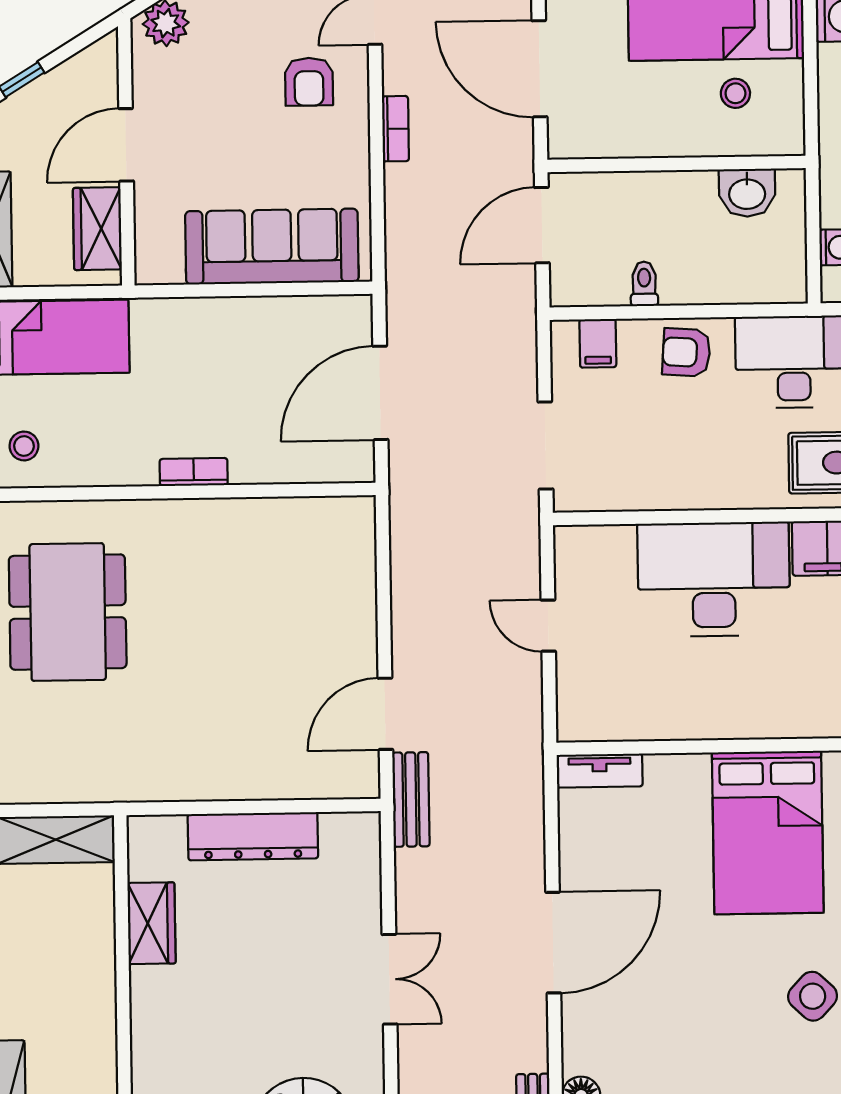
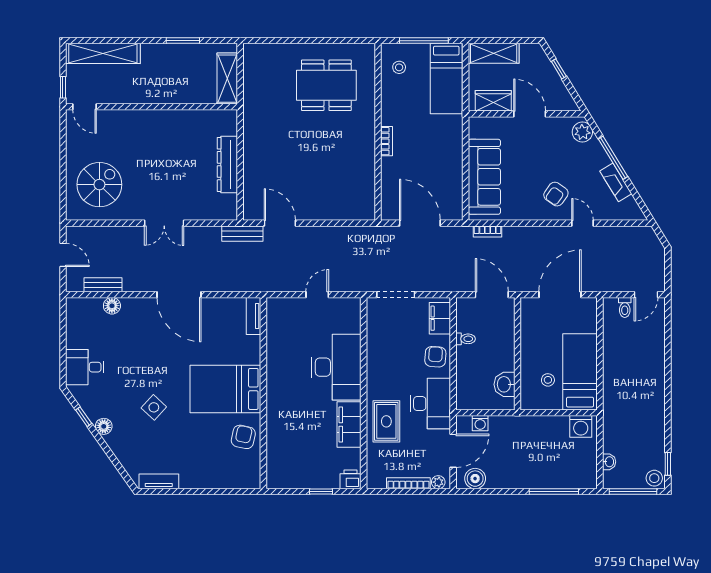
armchair: (309, 82) -> (556, 194), turned -55
bookcase: (395, 129) -> (488, 231), moved
filing cabinet: (598, 343) -> (440, 318), width x2.00
wardrobe: (152, 923) -> (190, 120), removed

